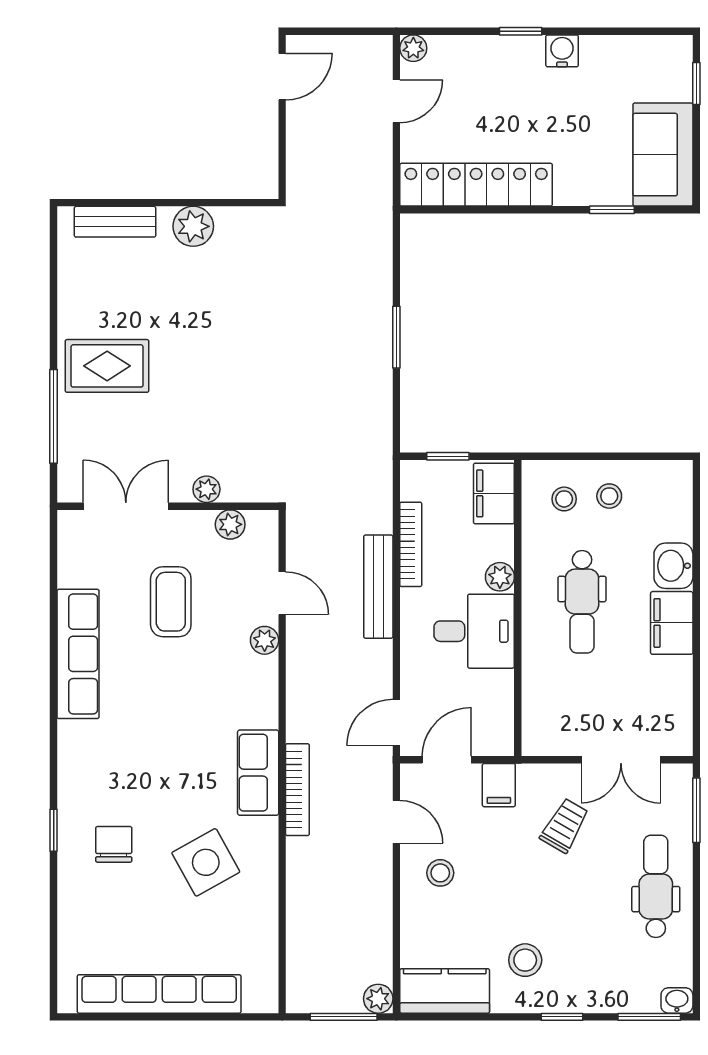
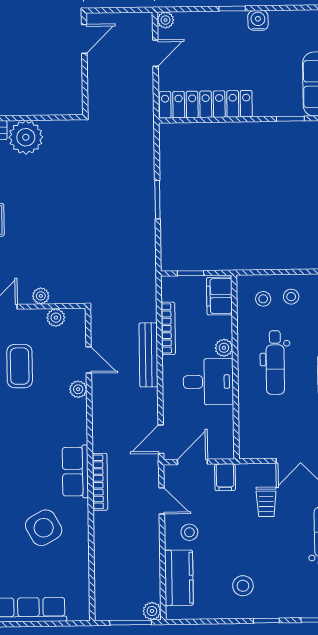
plant: (193, 226) -> (26, 137), width x1.36, depth x1.36
trolley: (564, 826) -> (266, 502), turned 150
kitchen counter: (445, 991) -> (179, 578), moved, turned 90

